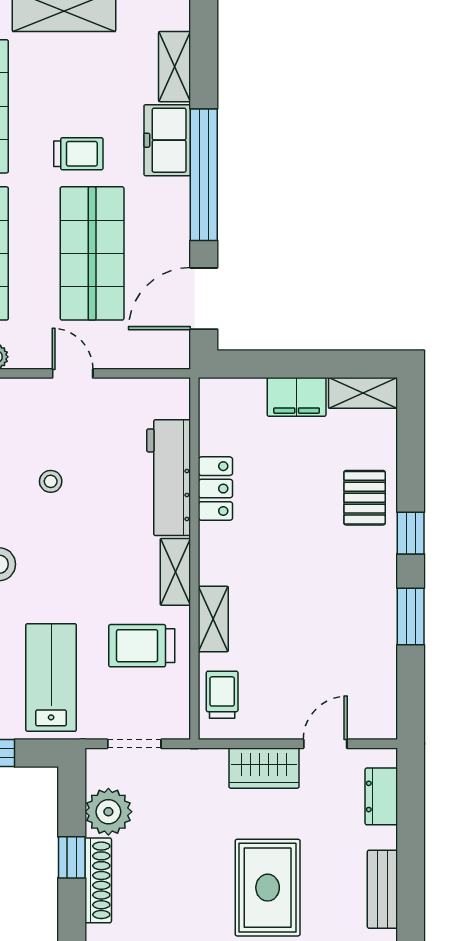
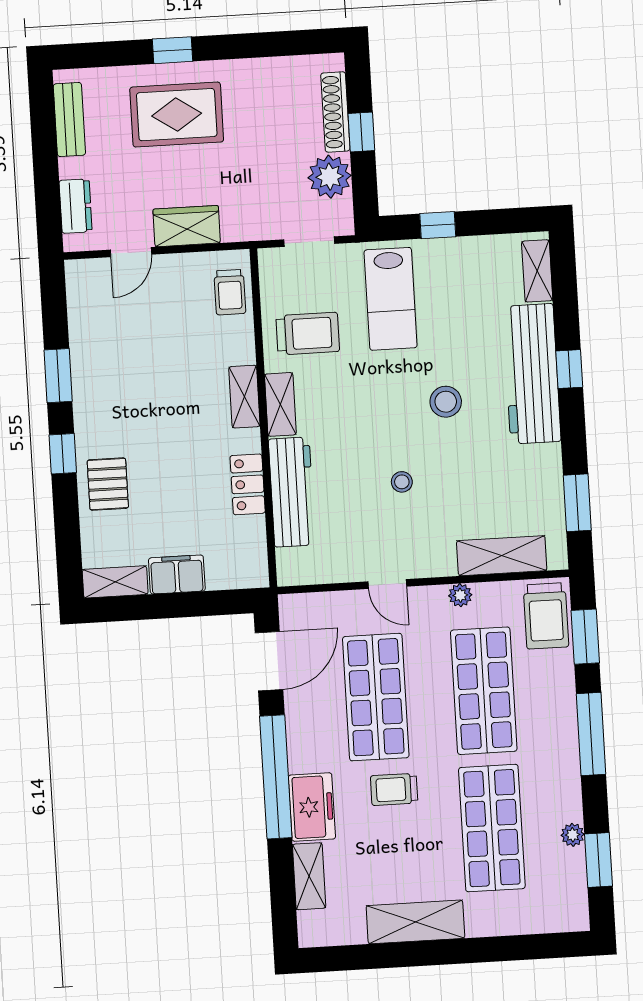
shelving: (213, 619) -> (244, 397), moved
rug: (268, 888) -> (177, 115), turned 90

